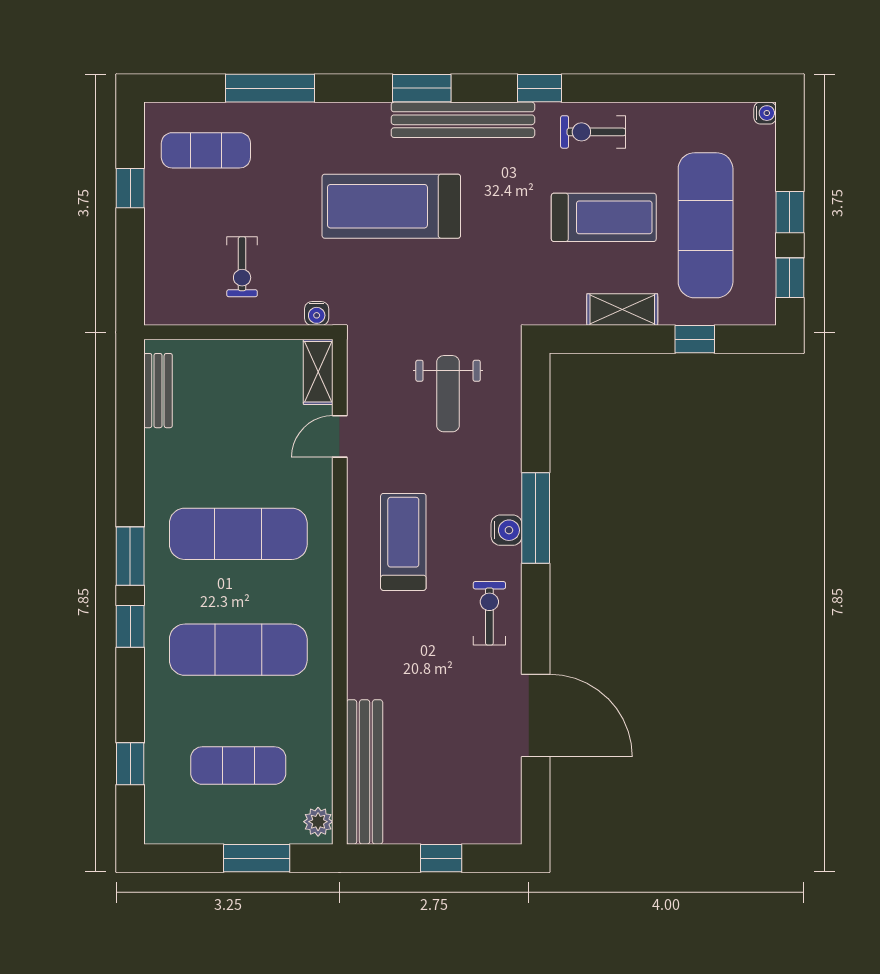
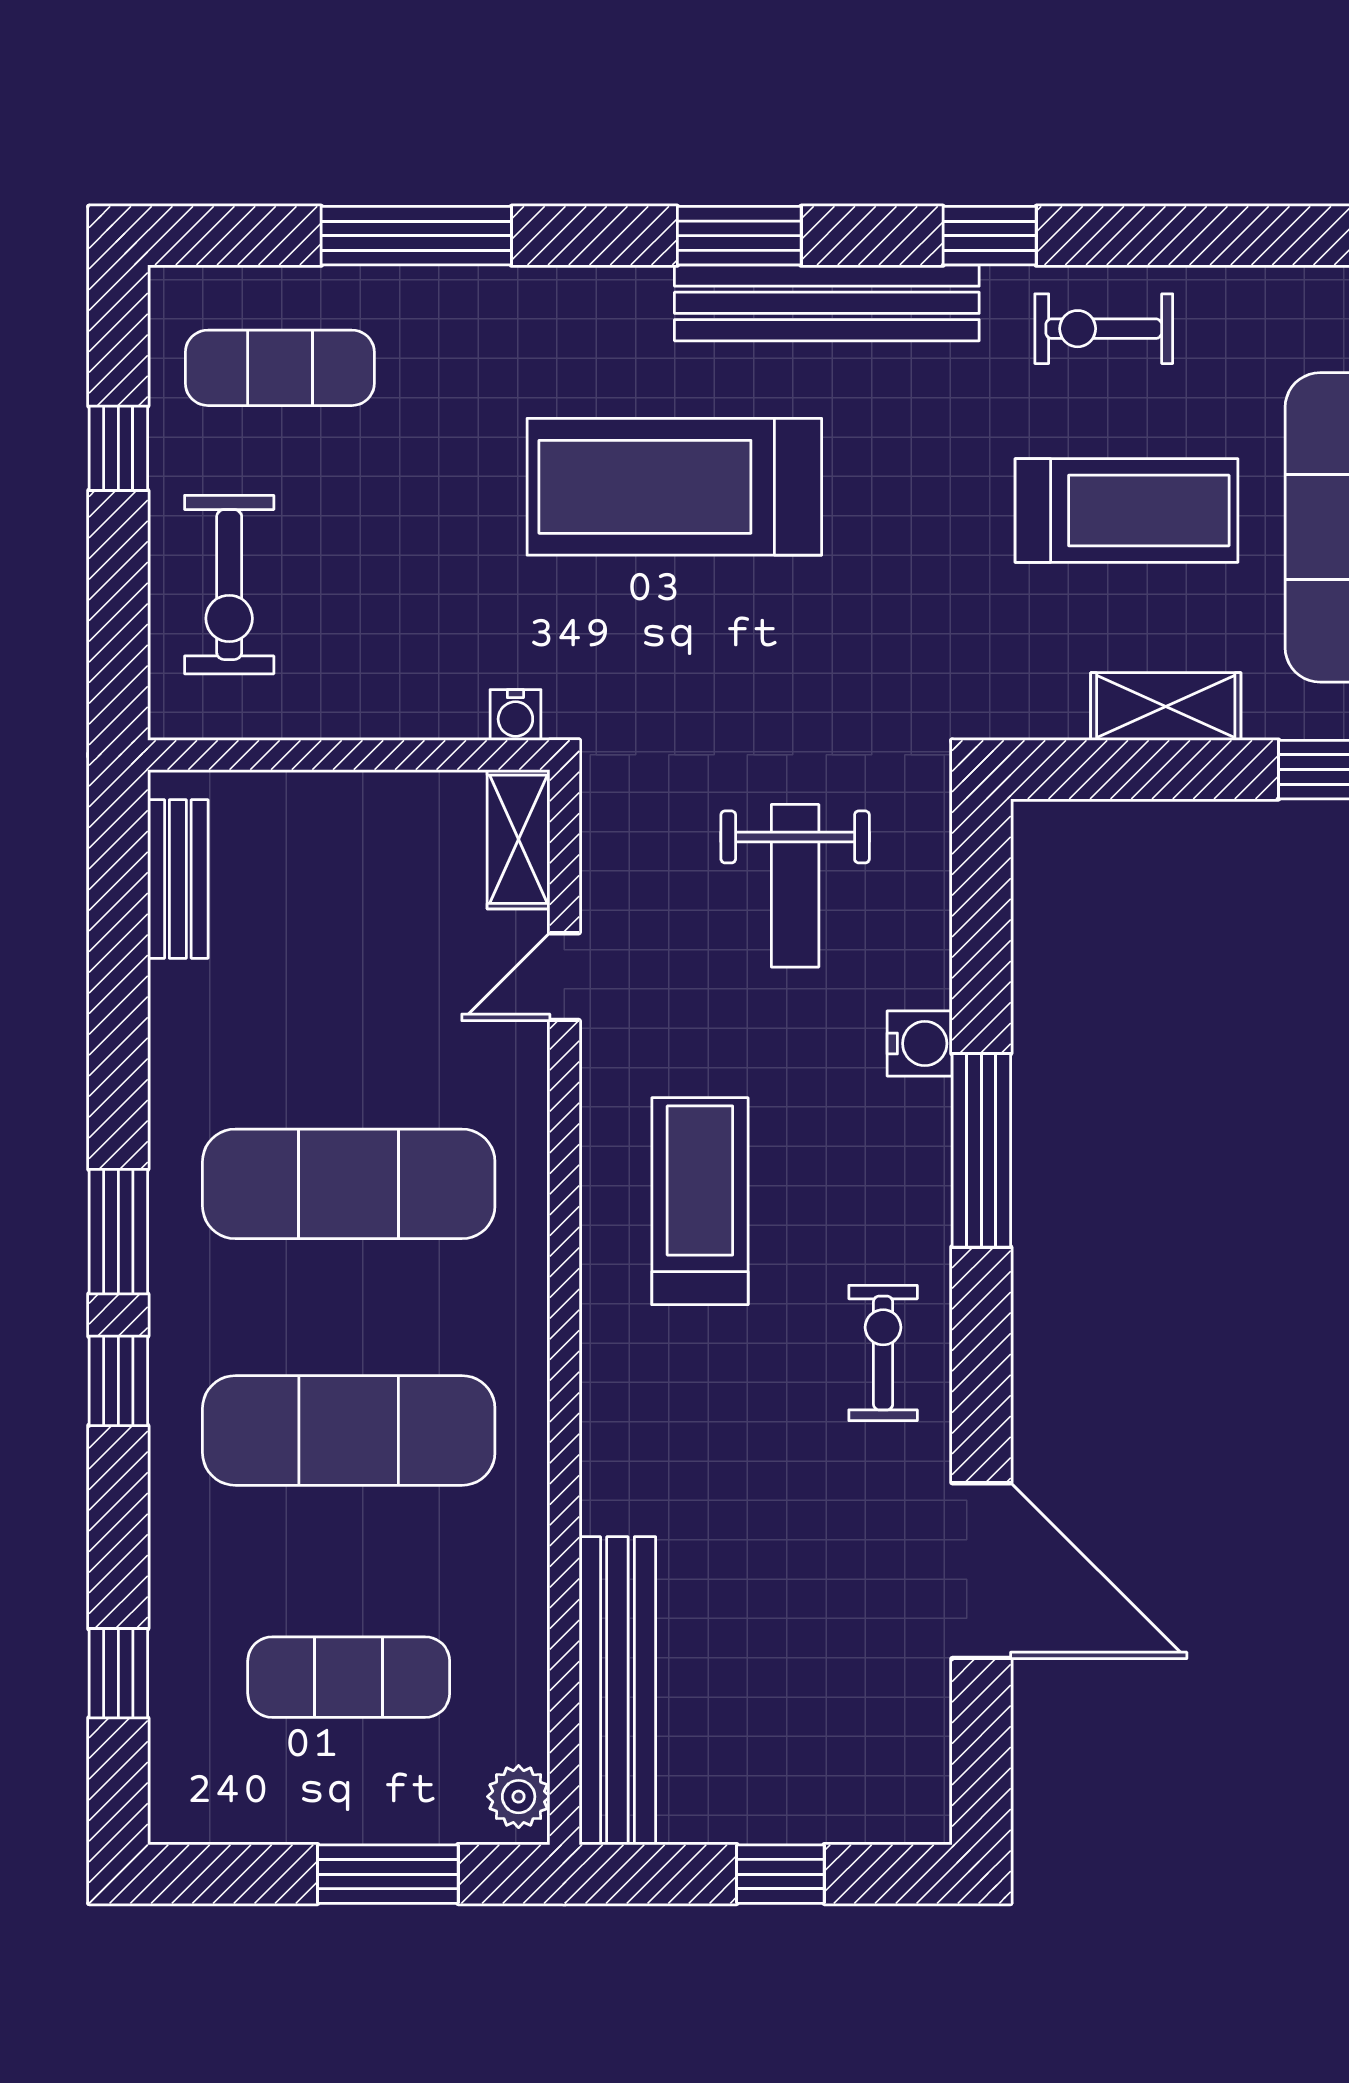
exercise bike: (242, 267) -> (229, 585), moved, width x1.38, depth x1.39
water cooler: (507, 530) -> (920, 1043), moved

